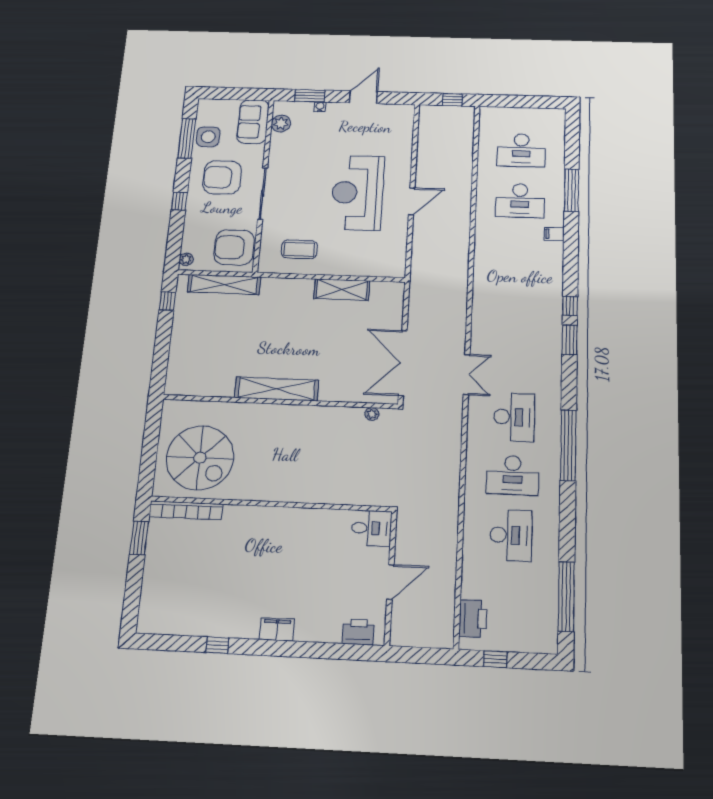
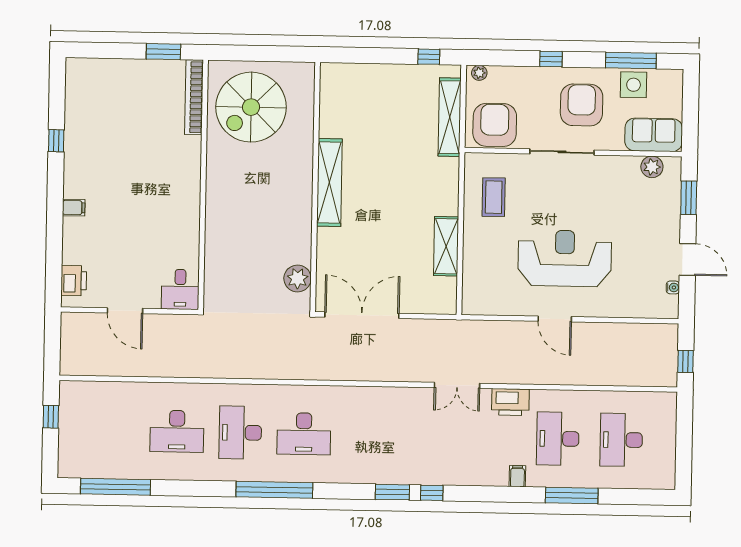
water cooler: (320, 107) -> (673, 287), moved
double door: (467, 375) -> (457, 385), moved
plant: (372, 414) -> (298, 278), width x1.88, depth x1.88
printer: (473, 618) -> (510, 402), moved
filing cabinet: (277, 629) -> (74, 208), width x0.50

